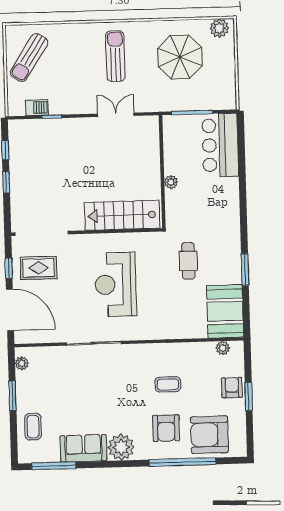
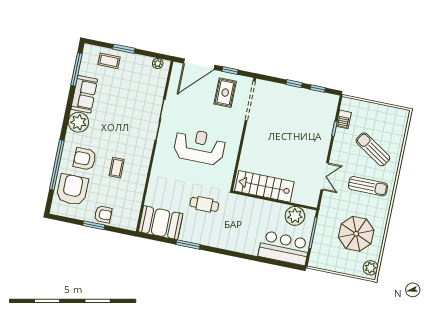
sun lounger: (29, 58) -> (373, 149), moved
plant: (171, 182) -> (295, 216), moved, width x1.87, depth x1.87
stairs: (122, 215) -> (264, 186), moved, turned -90
plant: (223, 348) -> (134, 215), removed
window: (13, 395) -> (124, 49), moved

